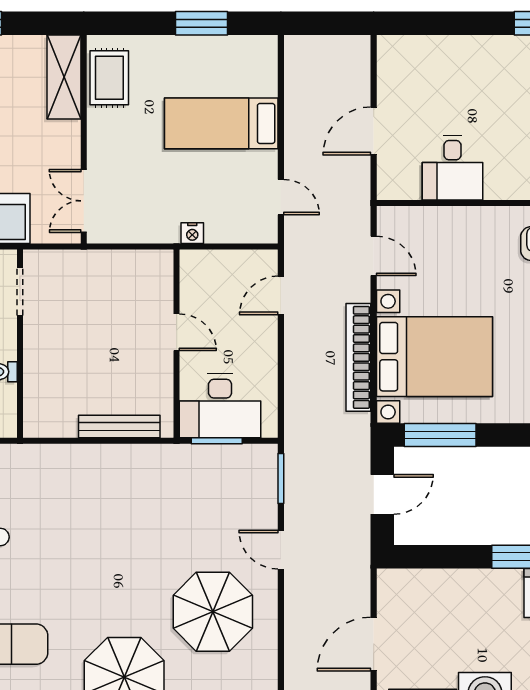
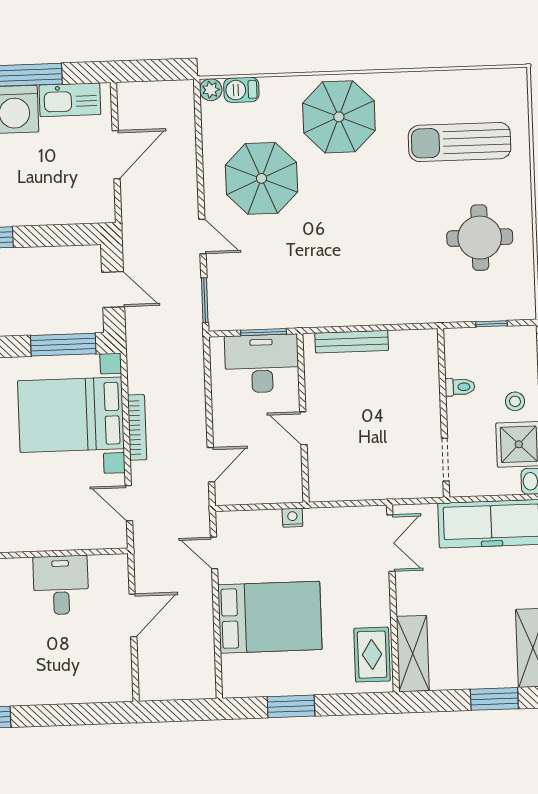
bed: (221, 123) -> (270, 617), width x1.50
bookcase: (358, 357) -> (137, 427), width x0.68, depth x0.76
door: (382, 494) -> (113, 289), swing flipped

